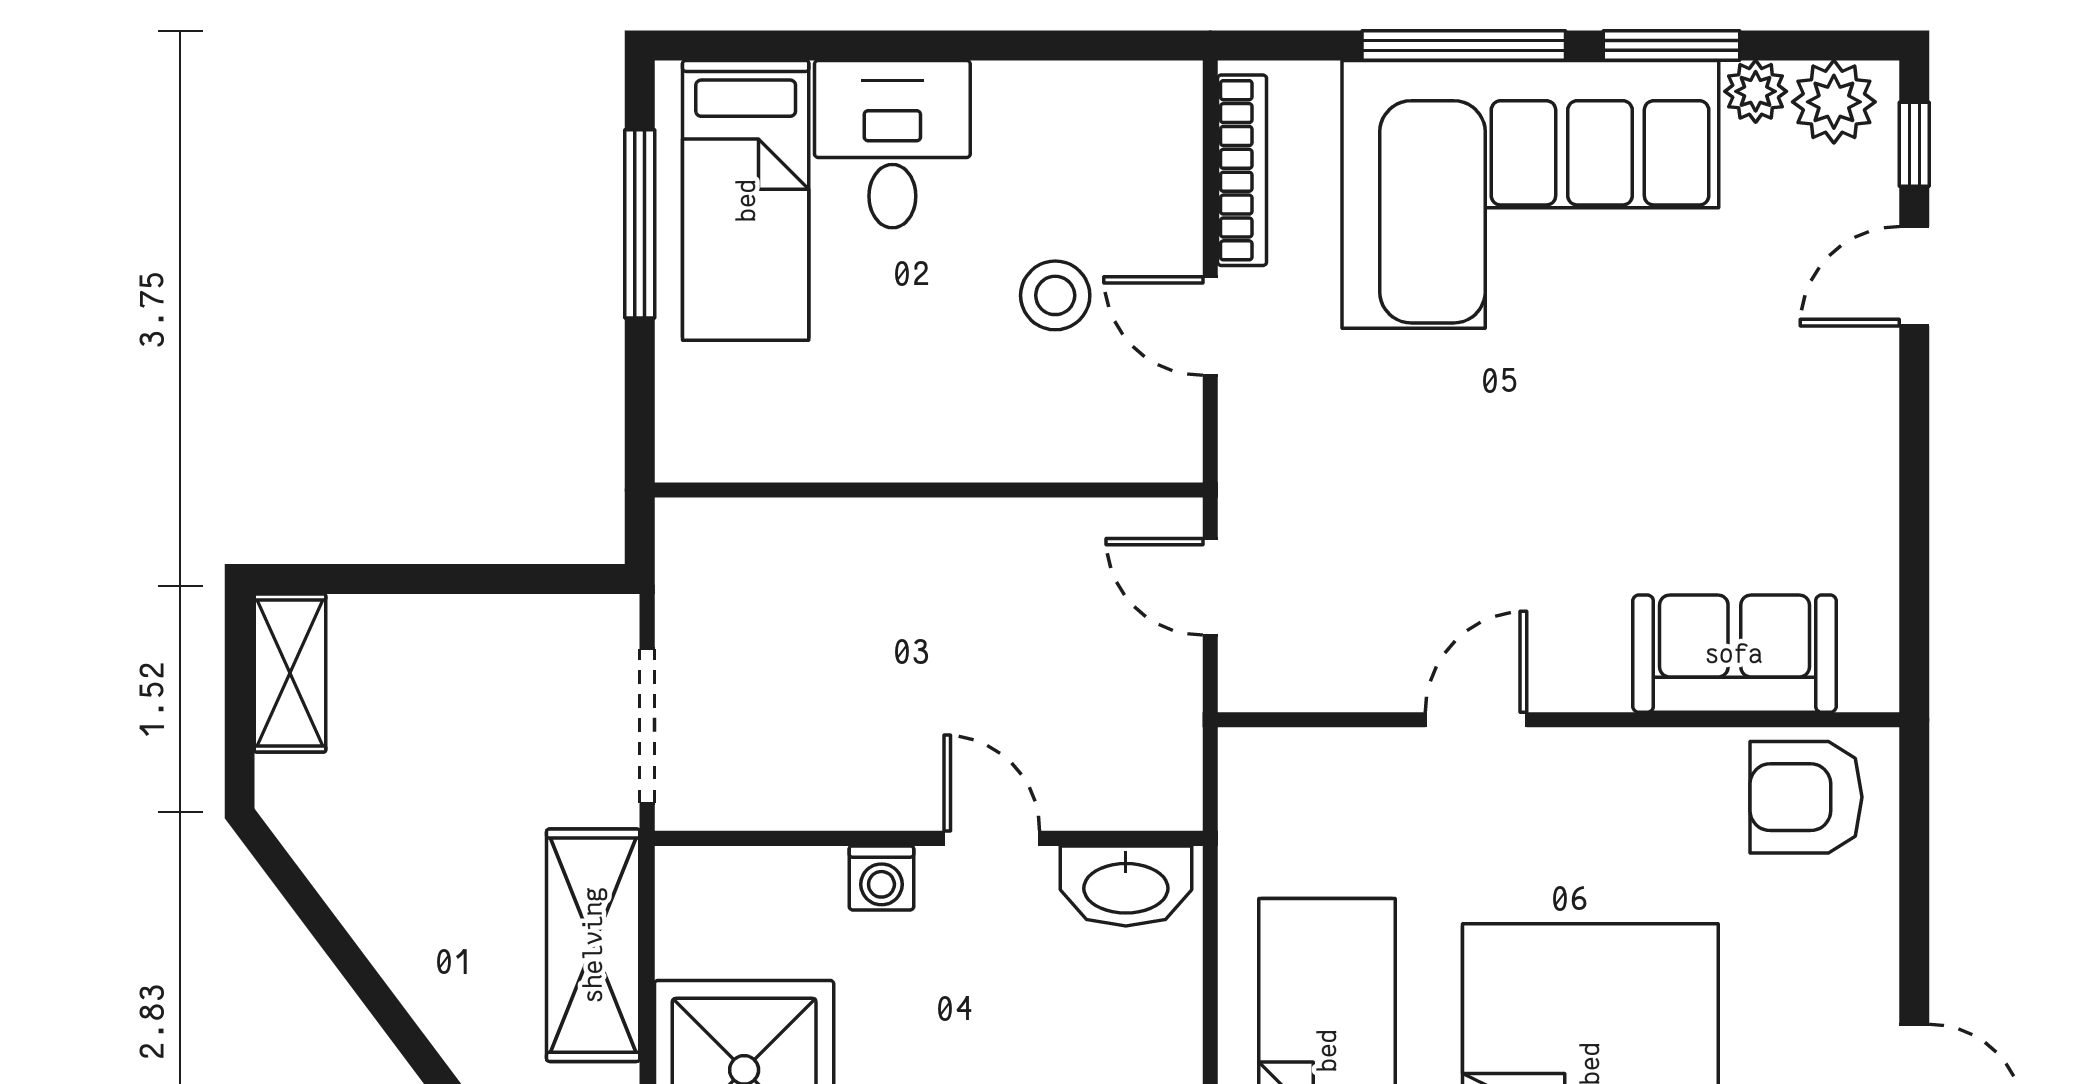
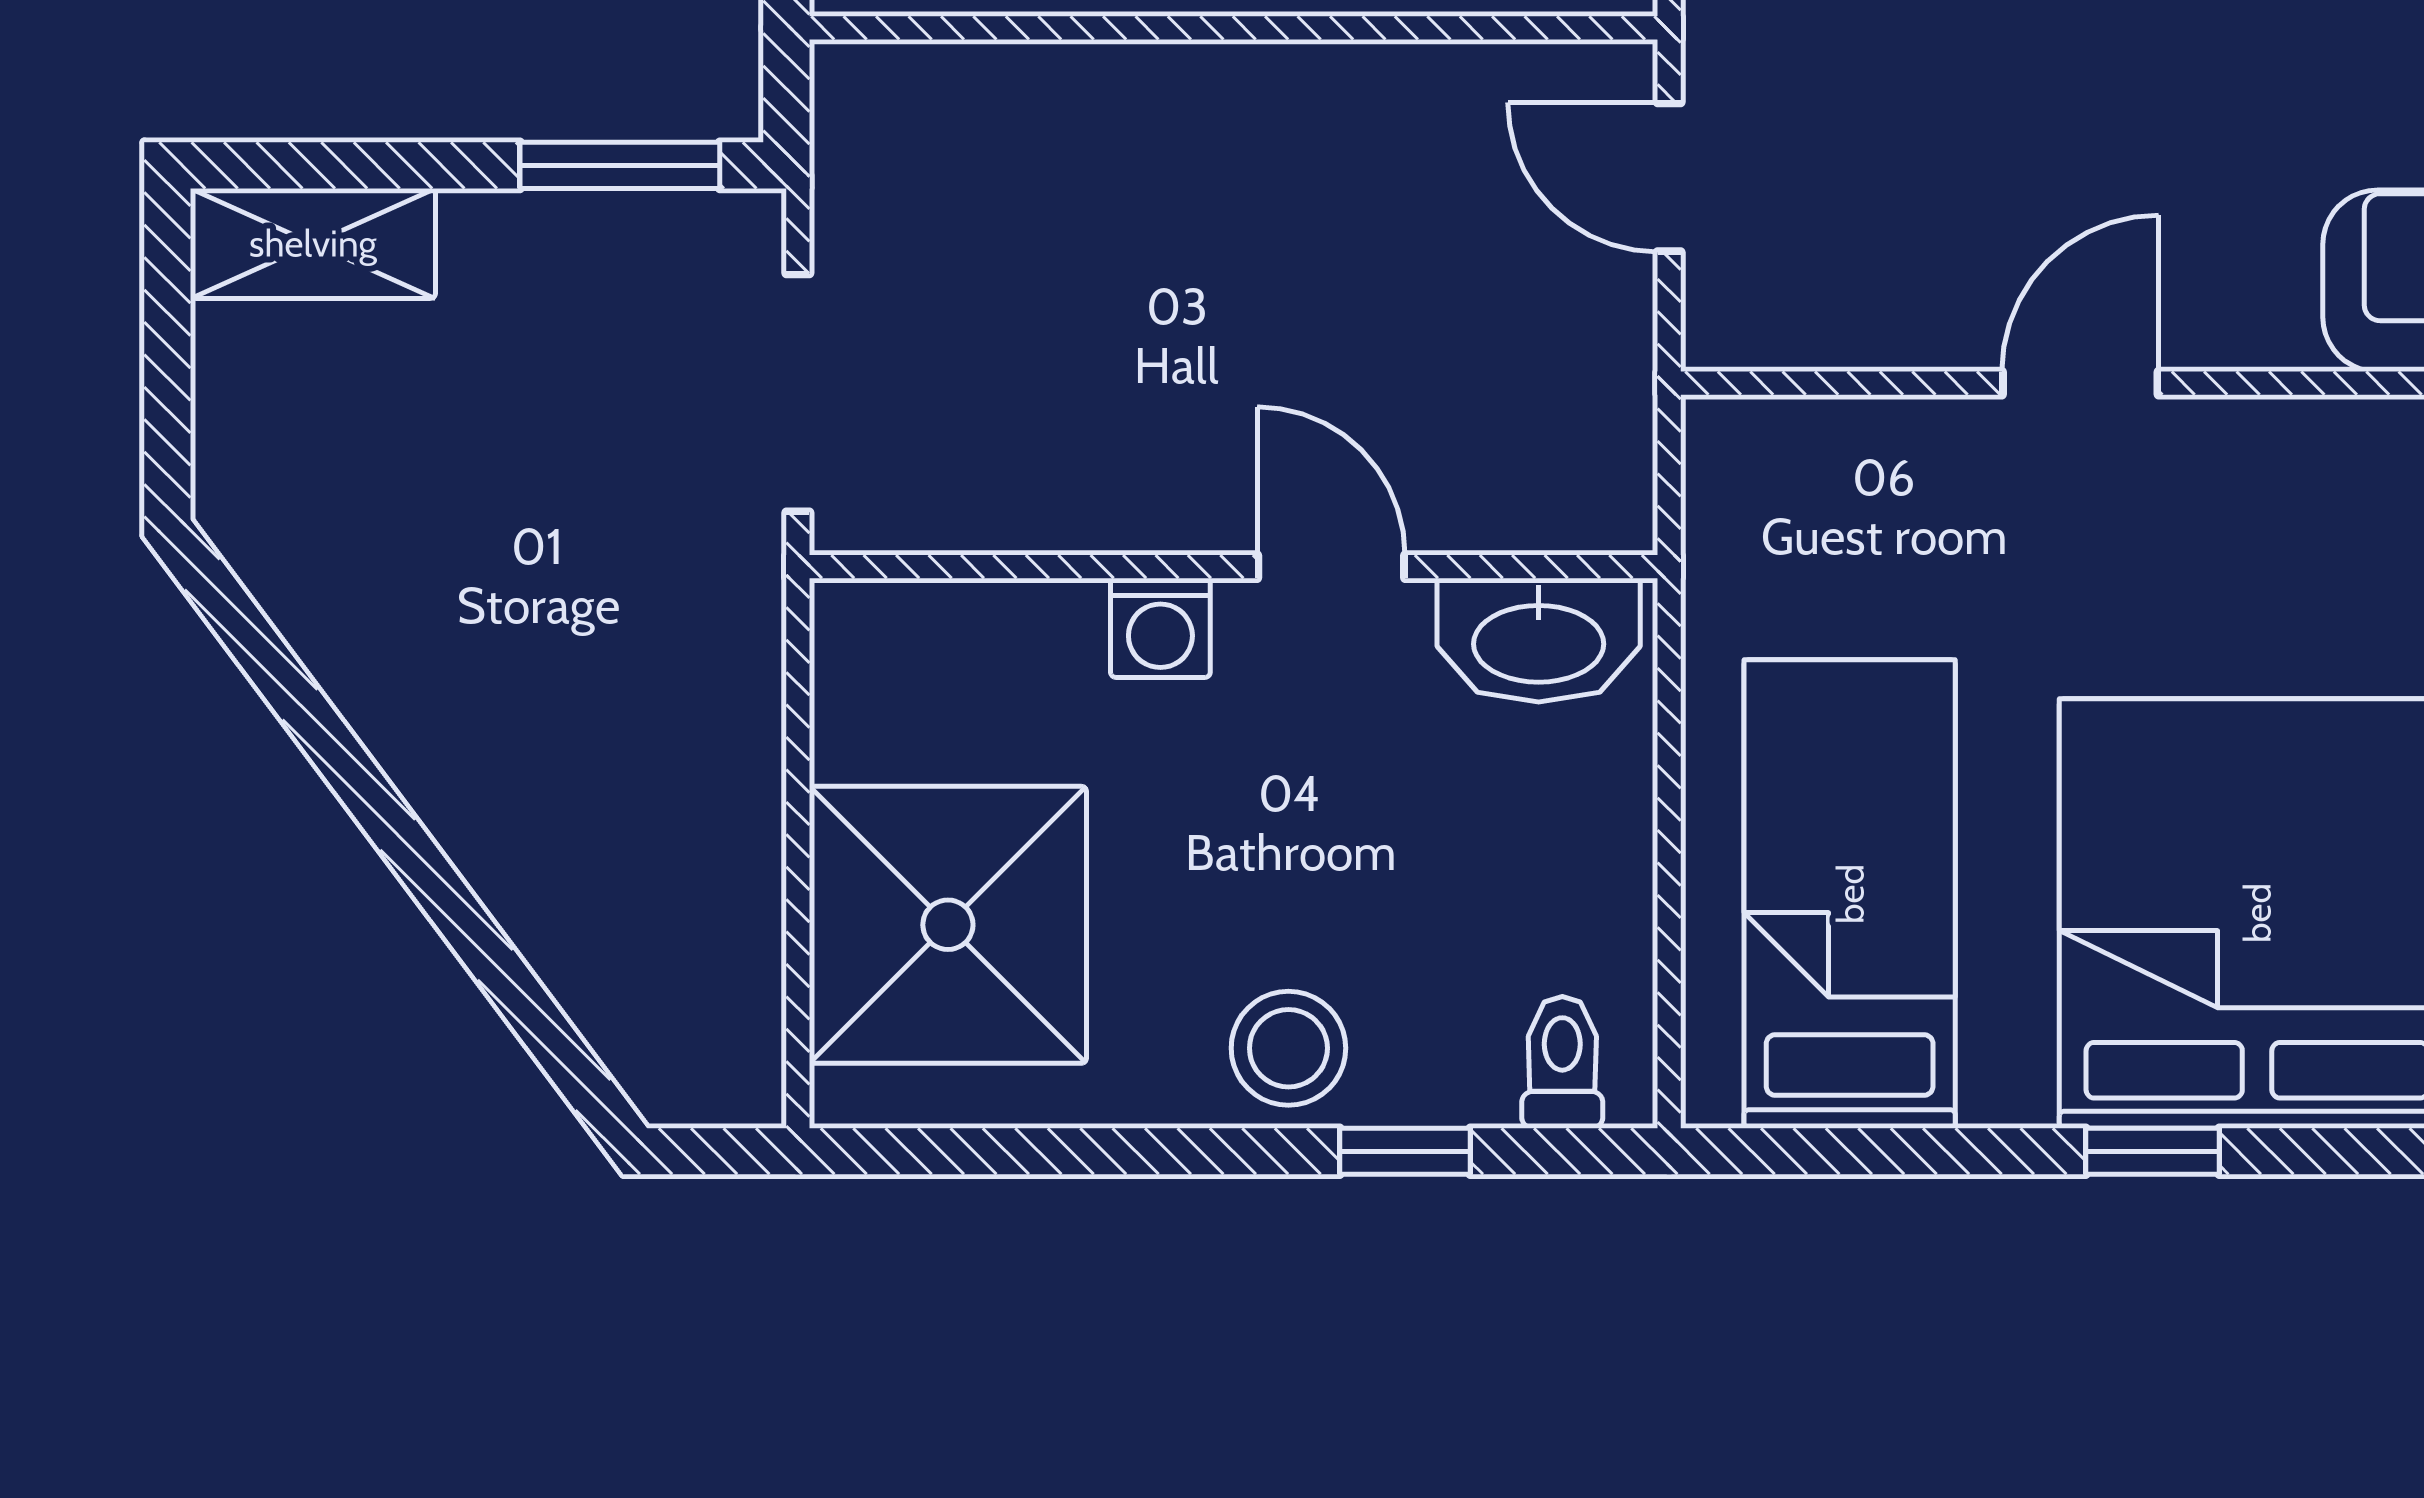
window: (532, 579) -> (620, 165), added
shelving: (290, 673) -> (313, 243), moved, turned 90
shelving: (593, 945) -> (714, 732), removed

